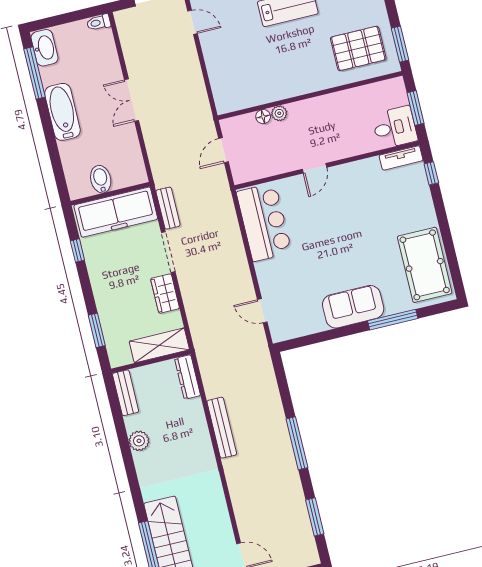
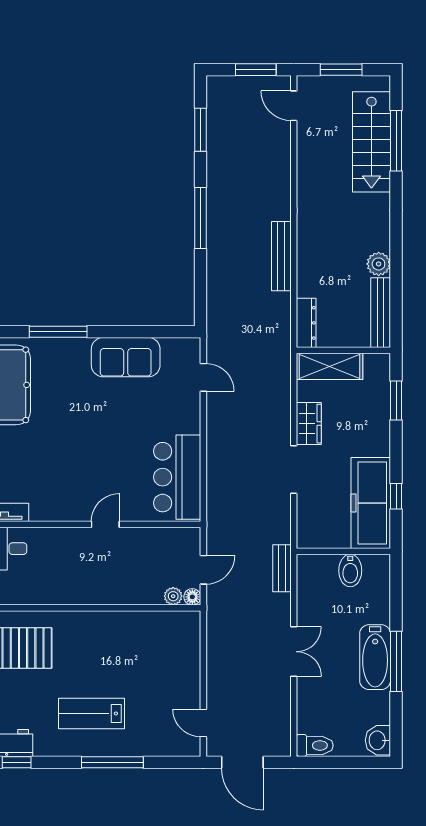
toilet: (99, 22) -> (315, 745), width x1.37, depth x1.39
washbasin: (45, 48) -> (378, 740), width x0.72
window: (35, 73) -> (396, 661), moved
plant: (279, 113) -> (173, 596), moved
floor lamp: (263, 117) -> (192, 597), moved
bench: (168, 208) -> (282, 568), moved
freezer: (116, 212) -> (371, 503), moved, turned -90
sofa: (353, 307) -> (126, 357), moved
bench: (126, 393) -> (381, 313), width x1.36

